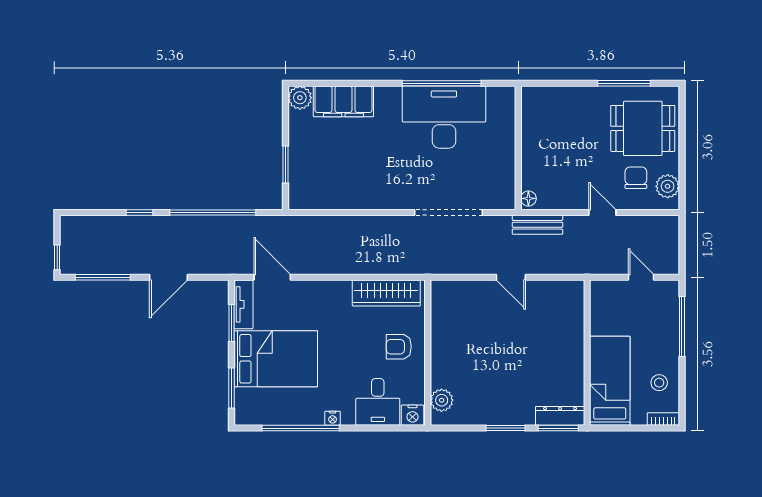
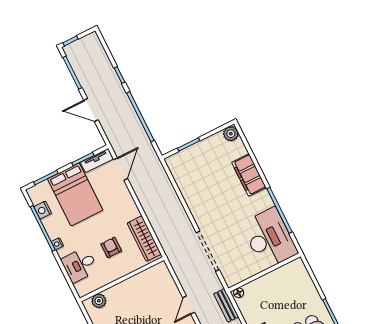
filing cabinet: (343, 101) -> (249, 175), moved
desk: (444, 117) -> (269, 238), moved
armchair: (399, 347) -> (111, 247), moved
nightstand: (412, 415) -> (43, 210), moved

